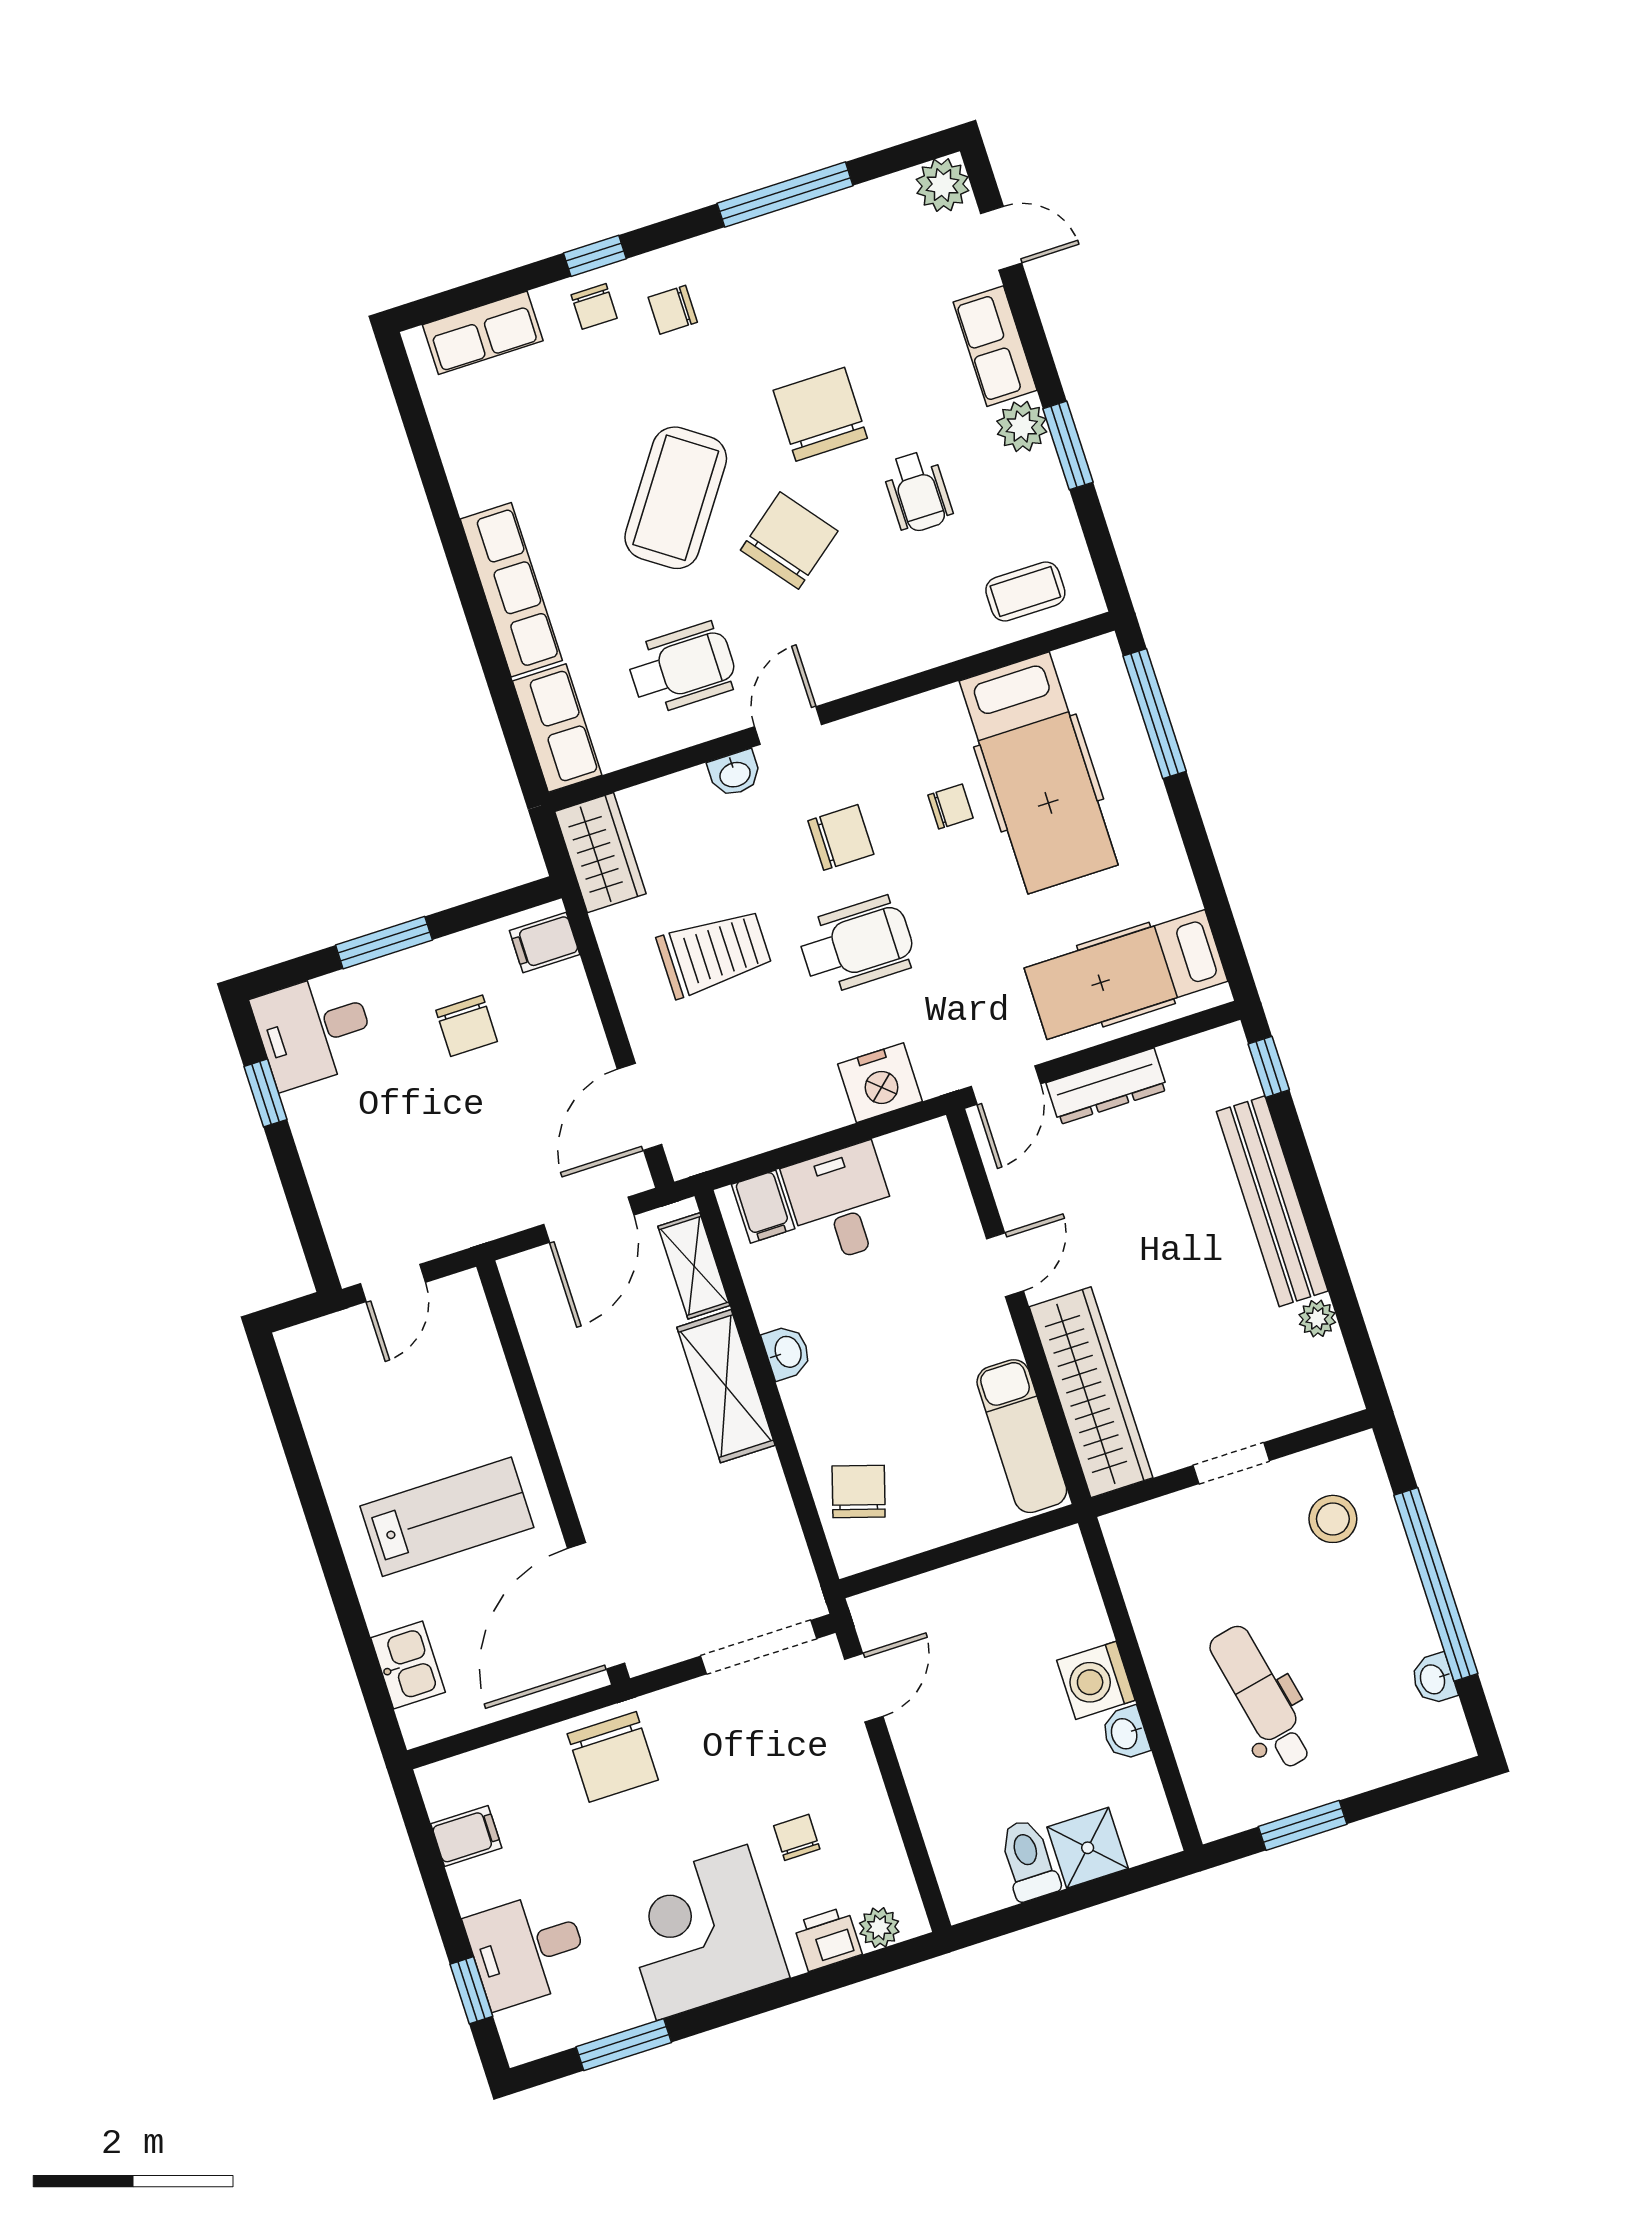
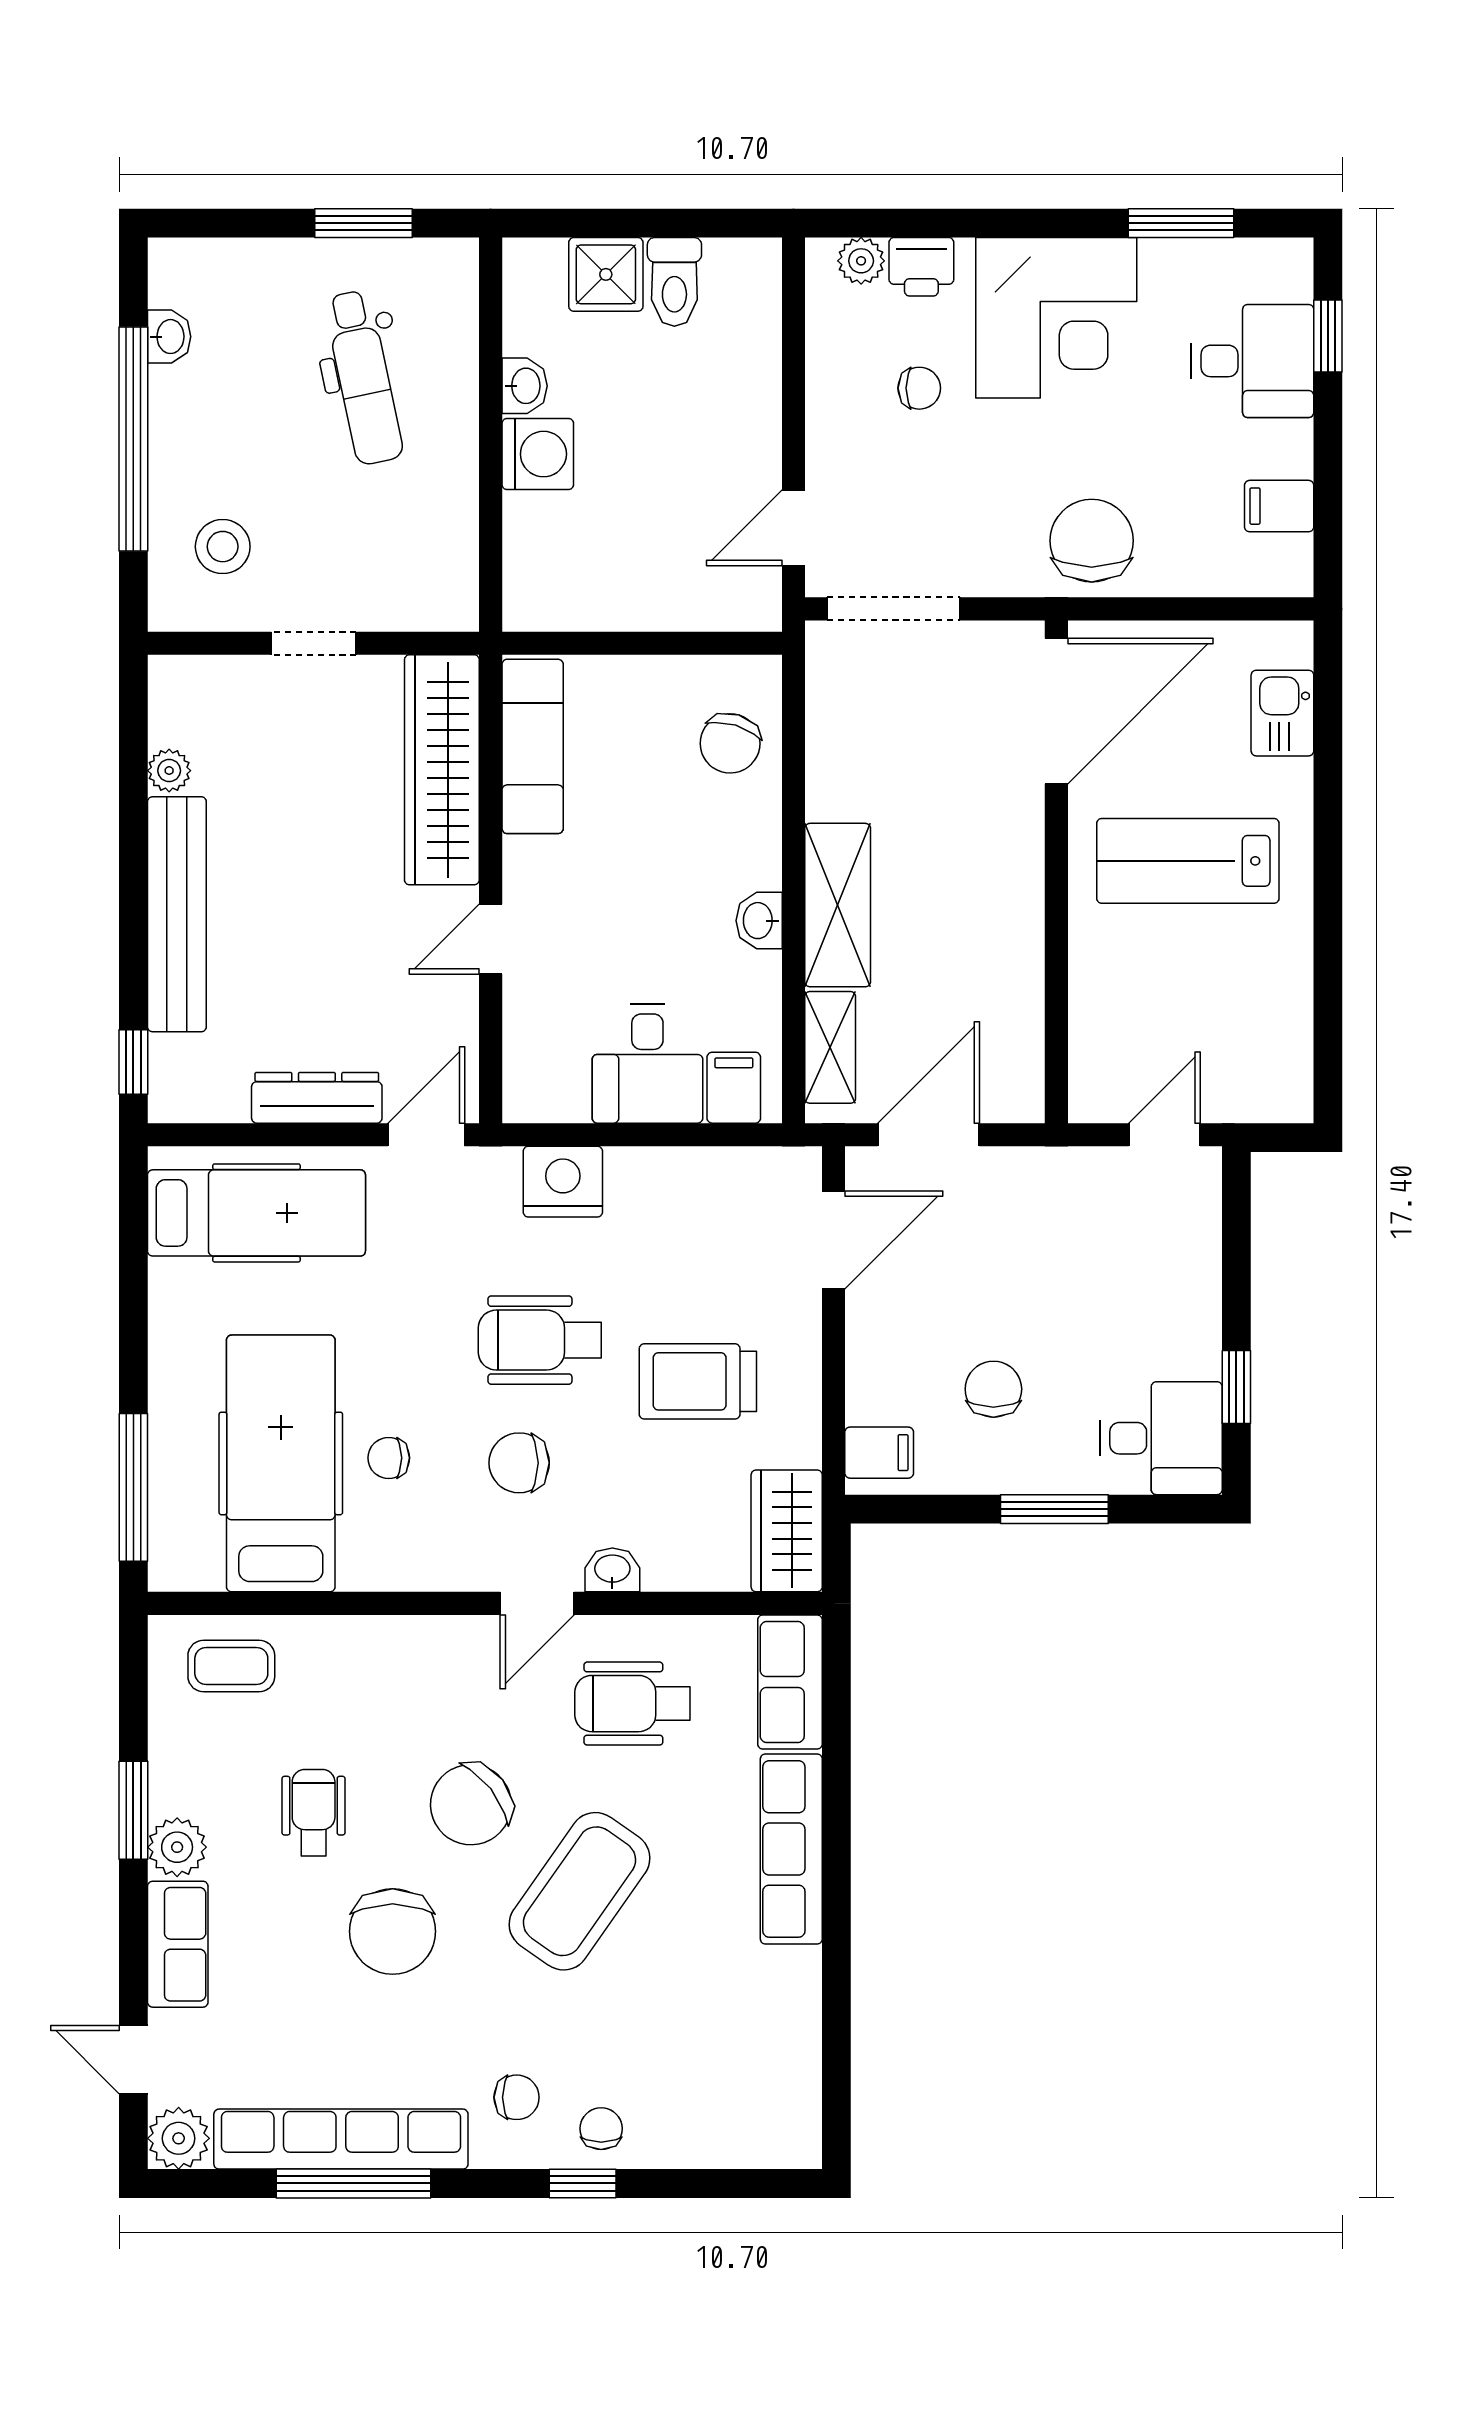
row of seats: (483, 333) -> (341, 2139), moved, width x2.02
chair: (797, 1837) -> (919, 388), turned -90

